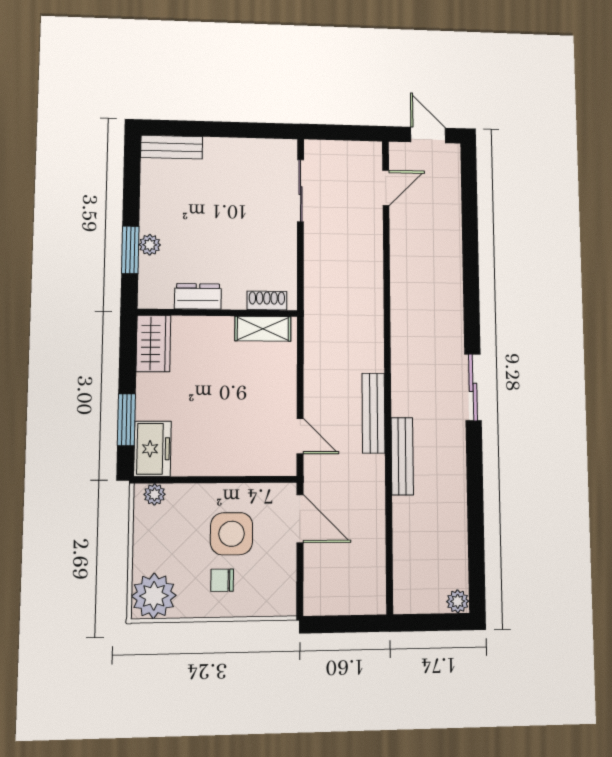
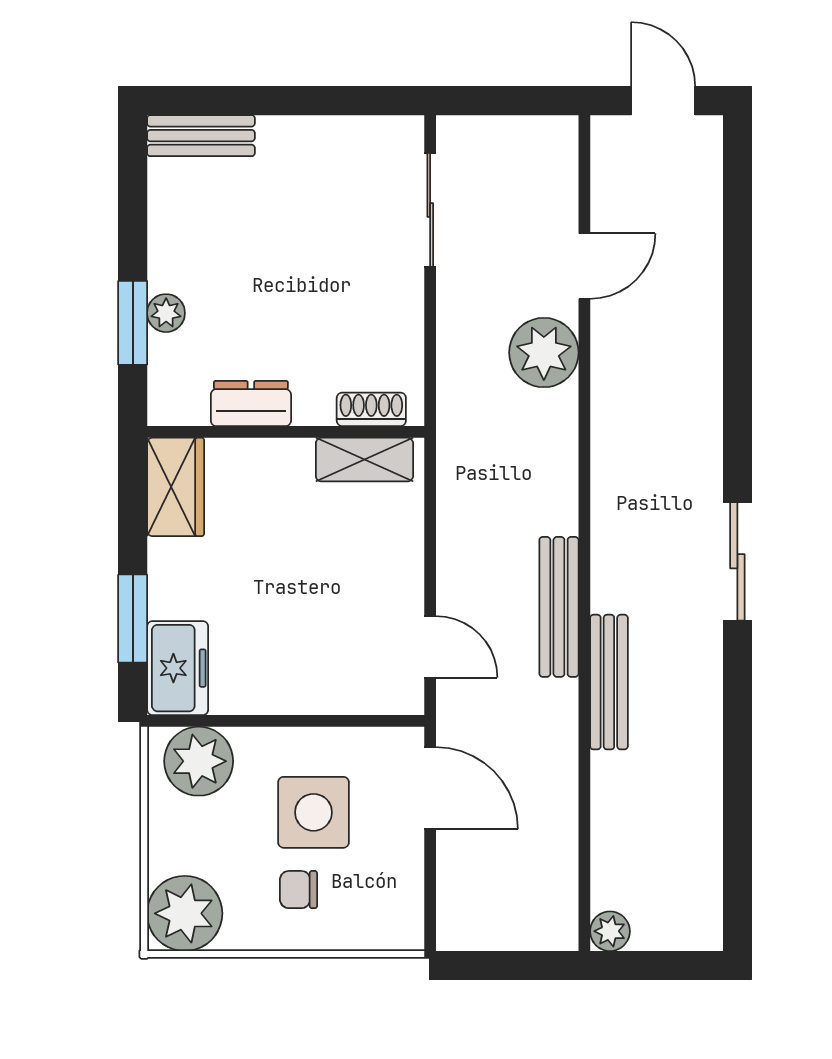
door: (386, 188) -> (584, 266), moved
plant: (364, 270) -> (544, 353), added
plant: (155, 494) -> (199, 761), width x1.87, depth x1.87
plant: (458, 601) -> (610, 931), moved

